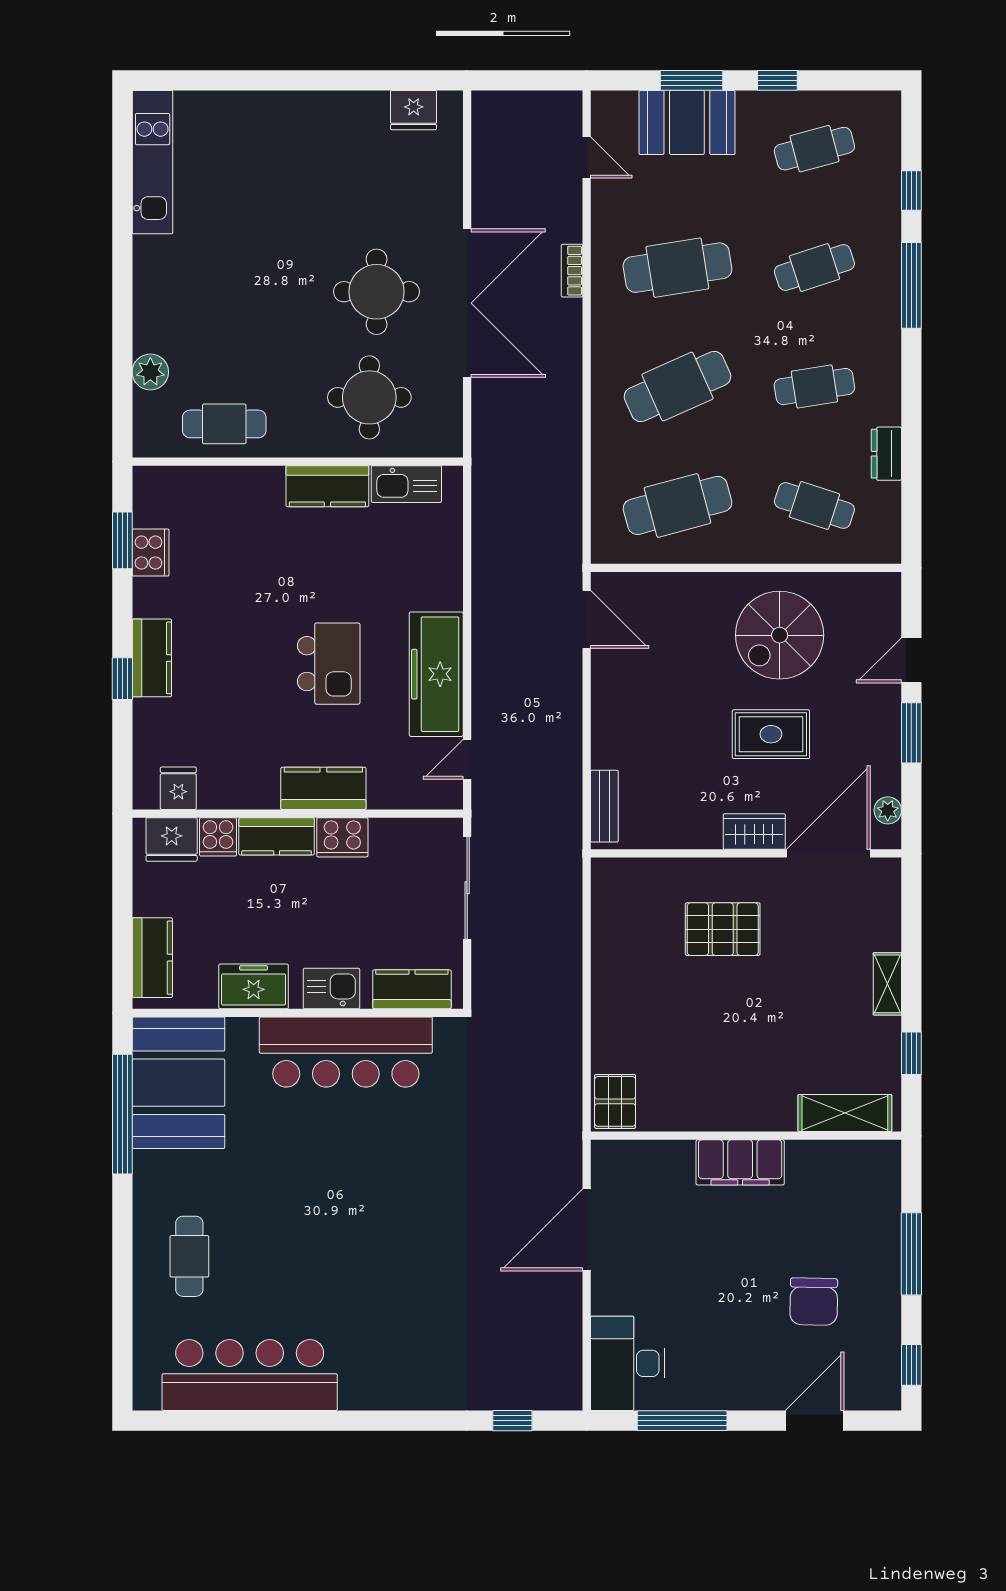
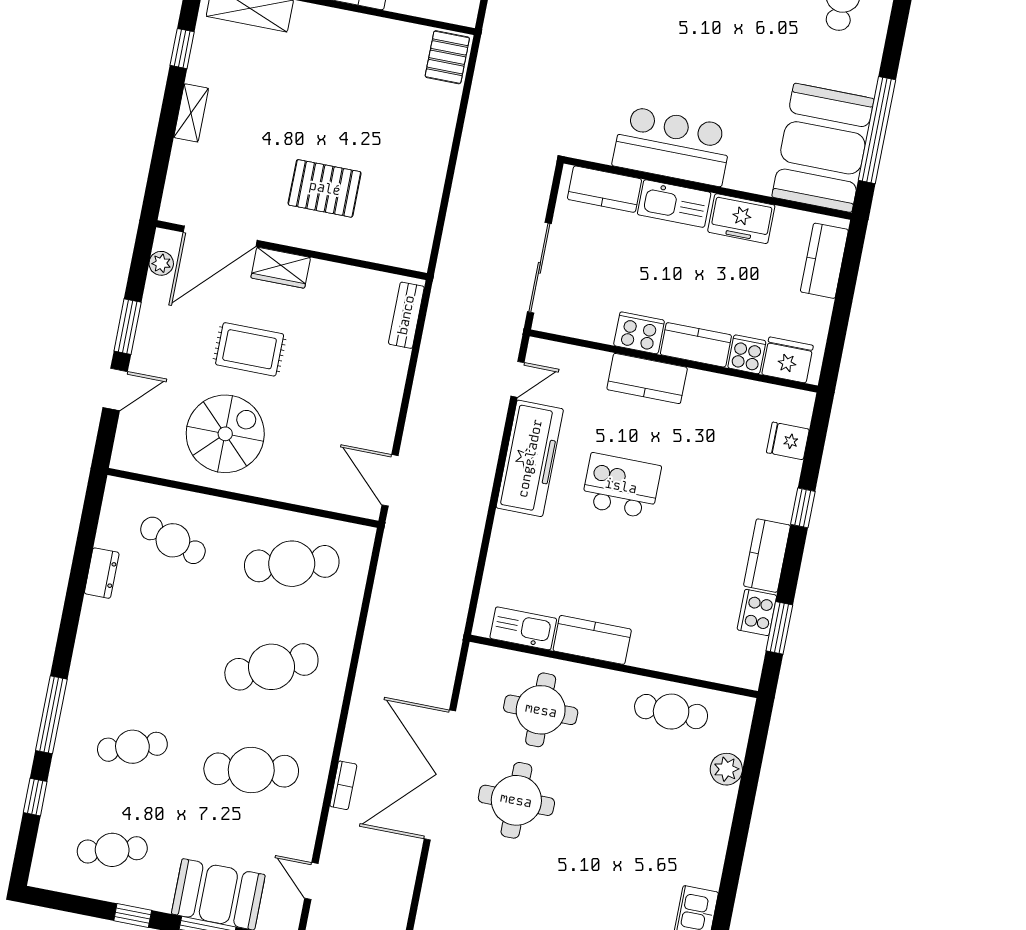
cafe table: (814, 387) -> (153, 644), removed
kitchen counter: (152, 658) -> (767, 556), moved
kitchen island: (329, 664) -> (621, 486), turned 90
fridge: (178, 788) -> (788, 441), moved, turned 90
kitchen sink: (331, 988) -> (674, 204), width x1.38
bar counter: (346, 1052) -> (672, 146), width x0.73

